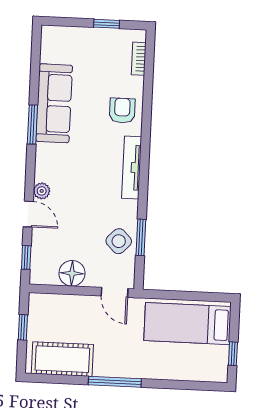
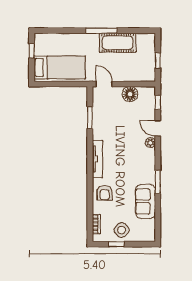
sofa: (54, 103) -> (145, 201), width x0.73
side table: (119, 241) -> (122, 230), moved
cot: (62, 359) -> (118, 43), moved

